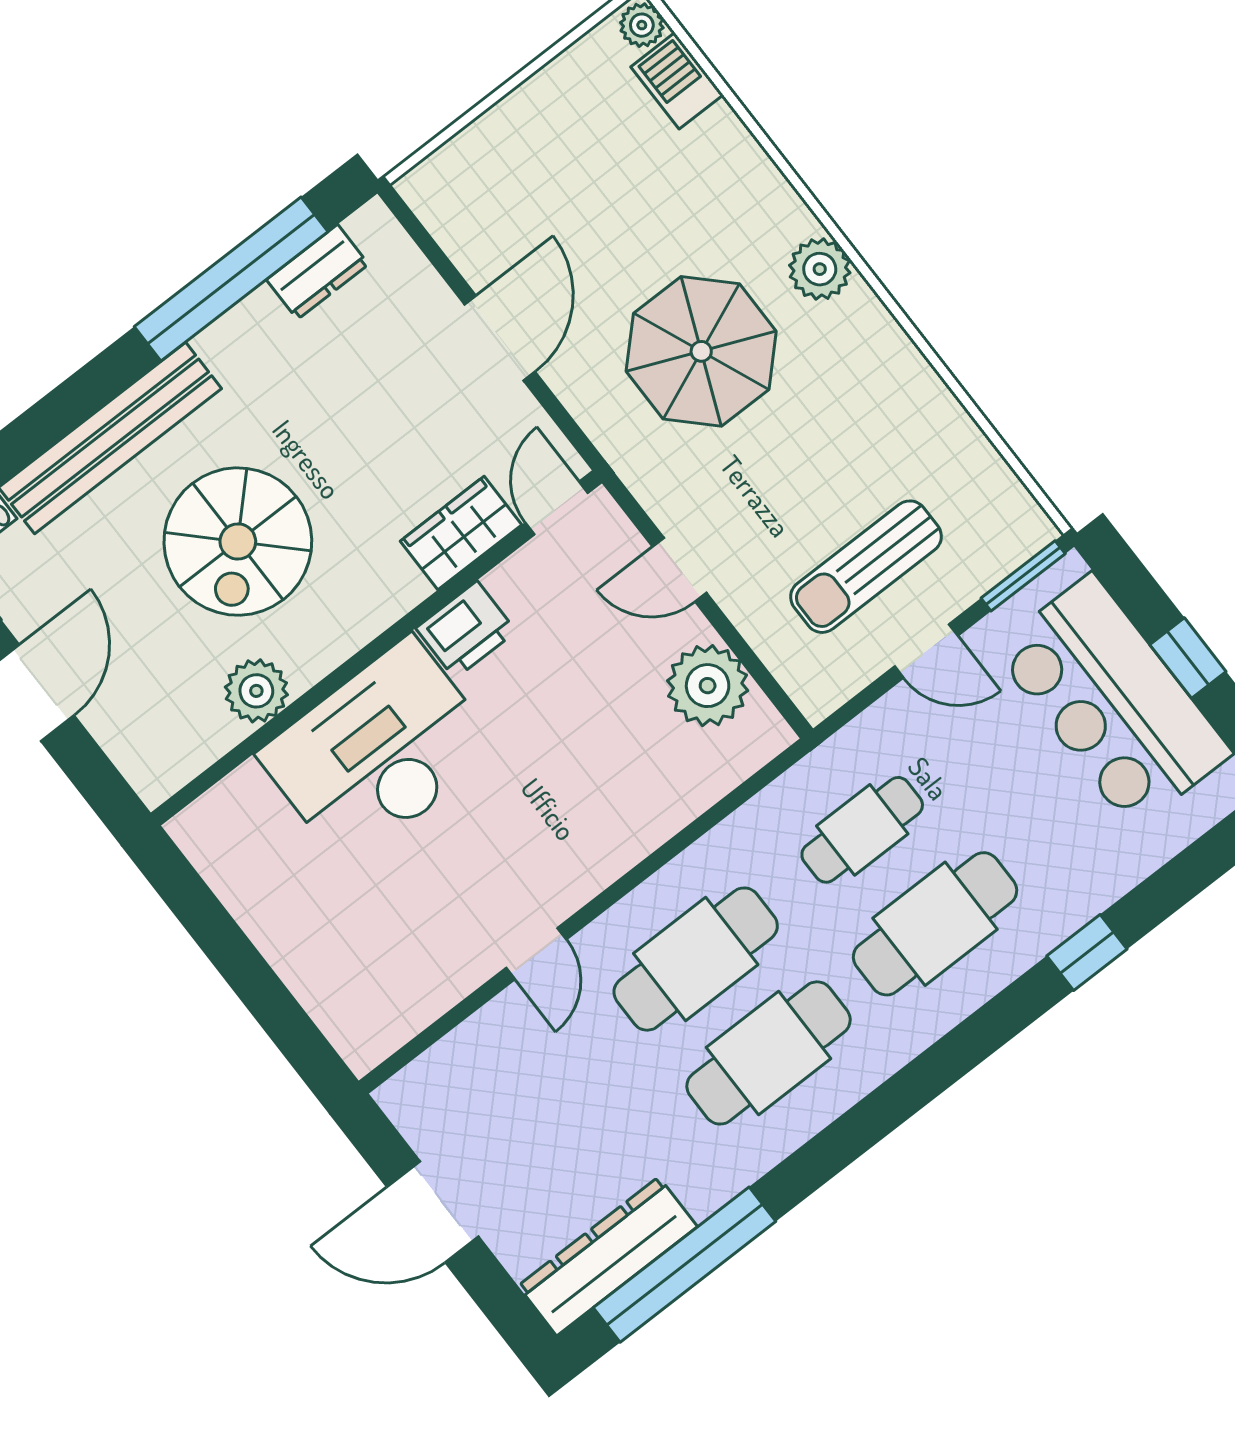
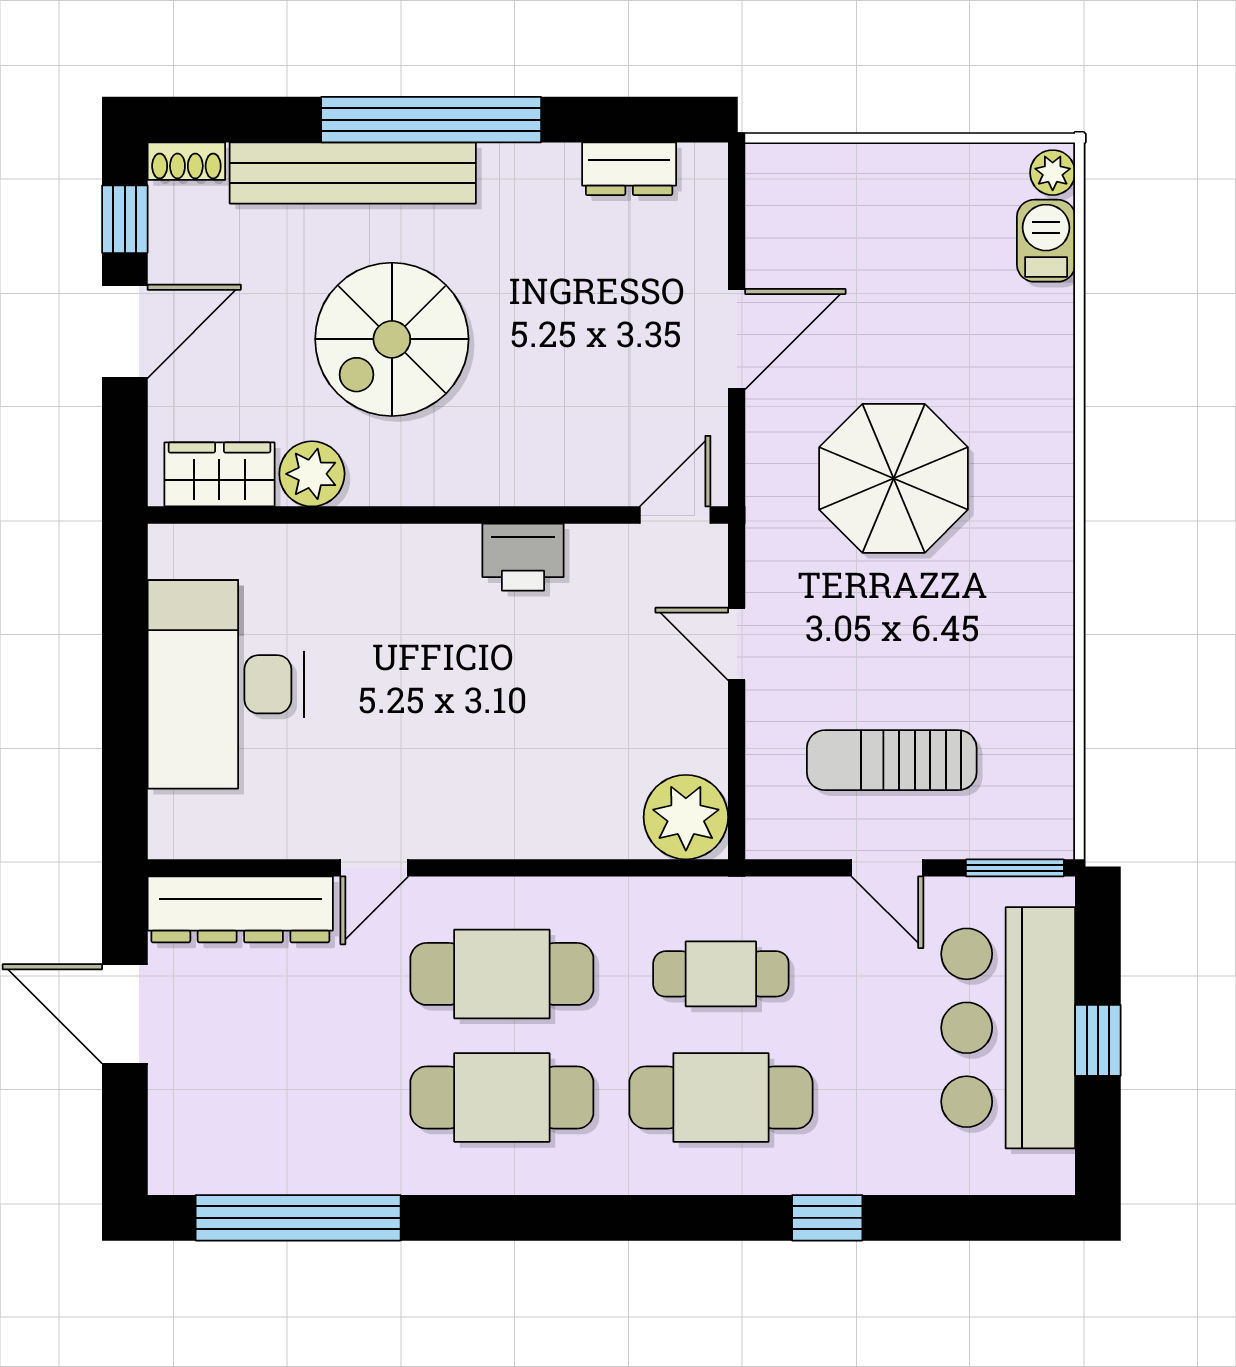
plant: (820, 269) -> (1043, 486), removed
window: (231, 279) -> (431, 120), moved
wardrobe: (461, 533) -> (219, 474), moved
plant: (708, 686) -> (686, 817), moved
desk: (379, 752) -> (226, 684), moved, turned -90
dresser: (608, 1256) -> (240, 909), moved, turned 180

